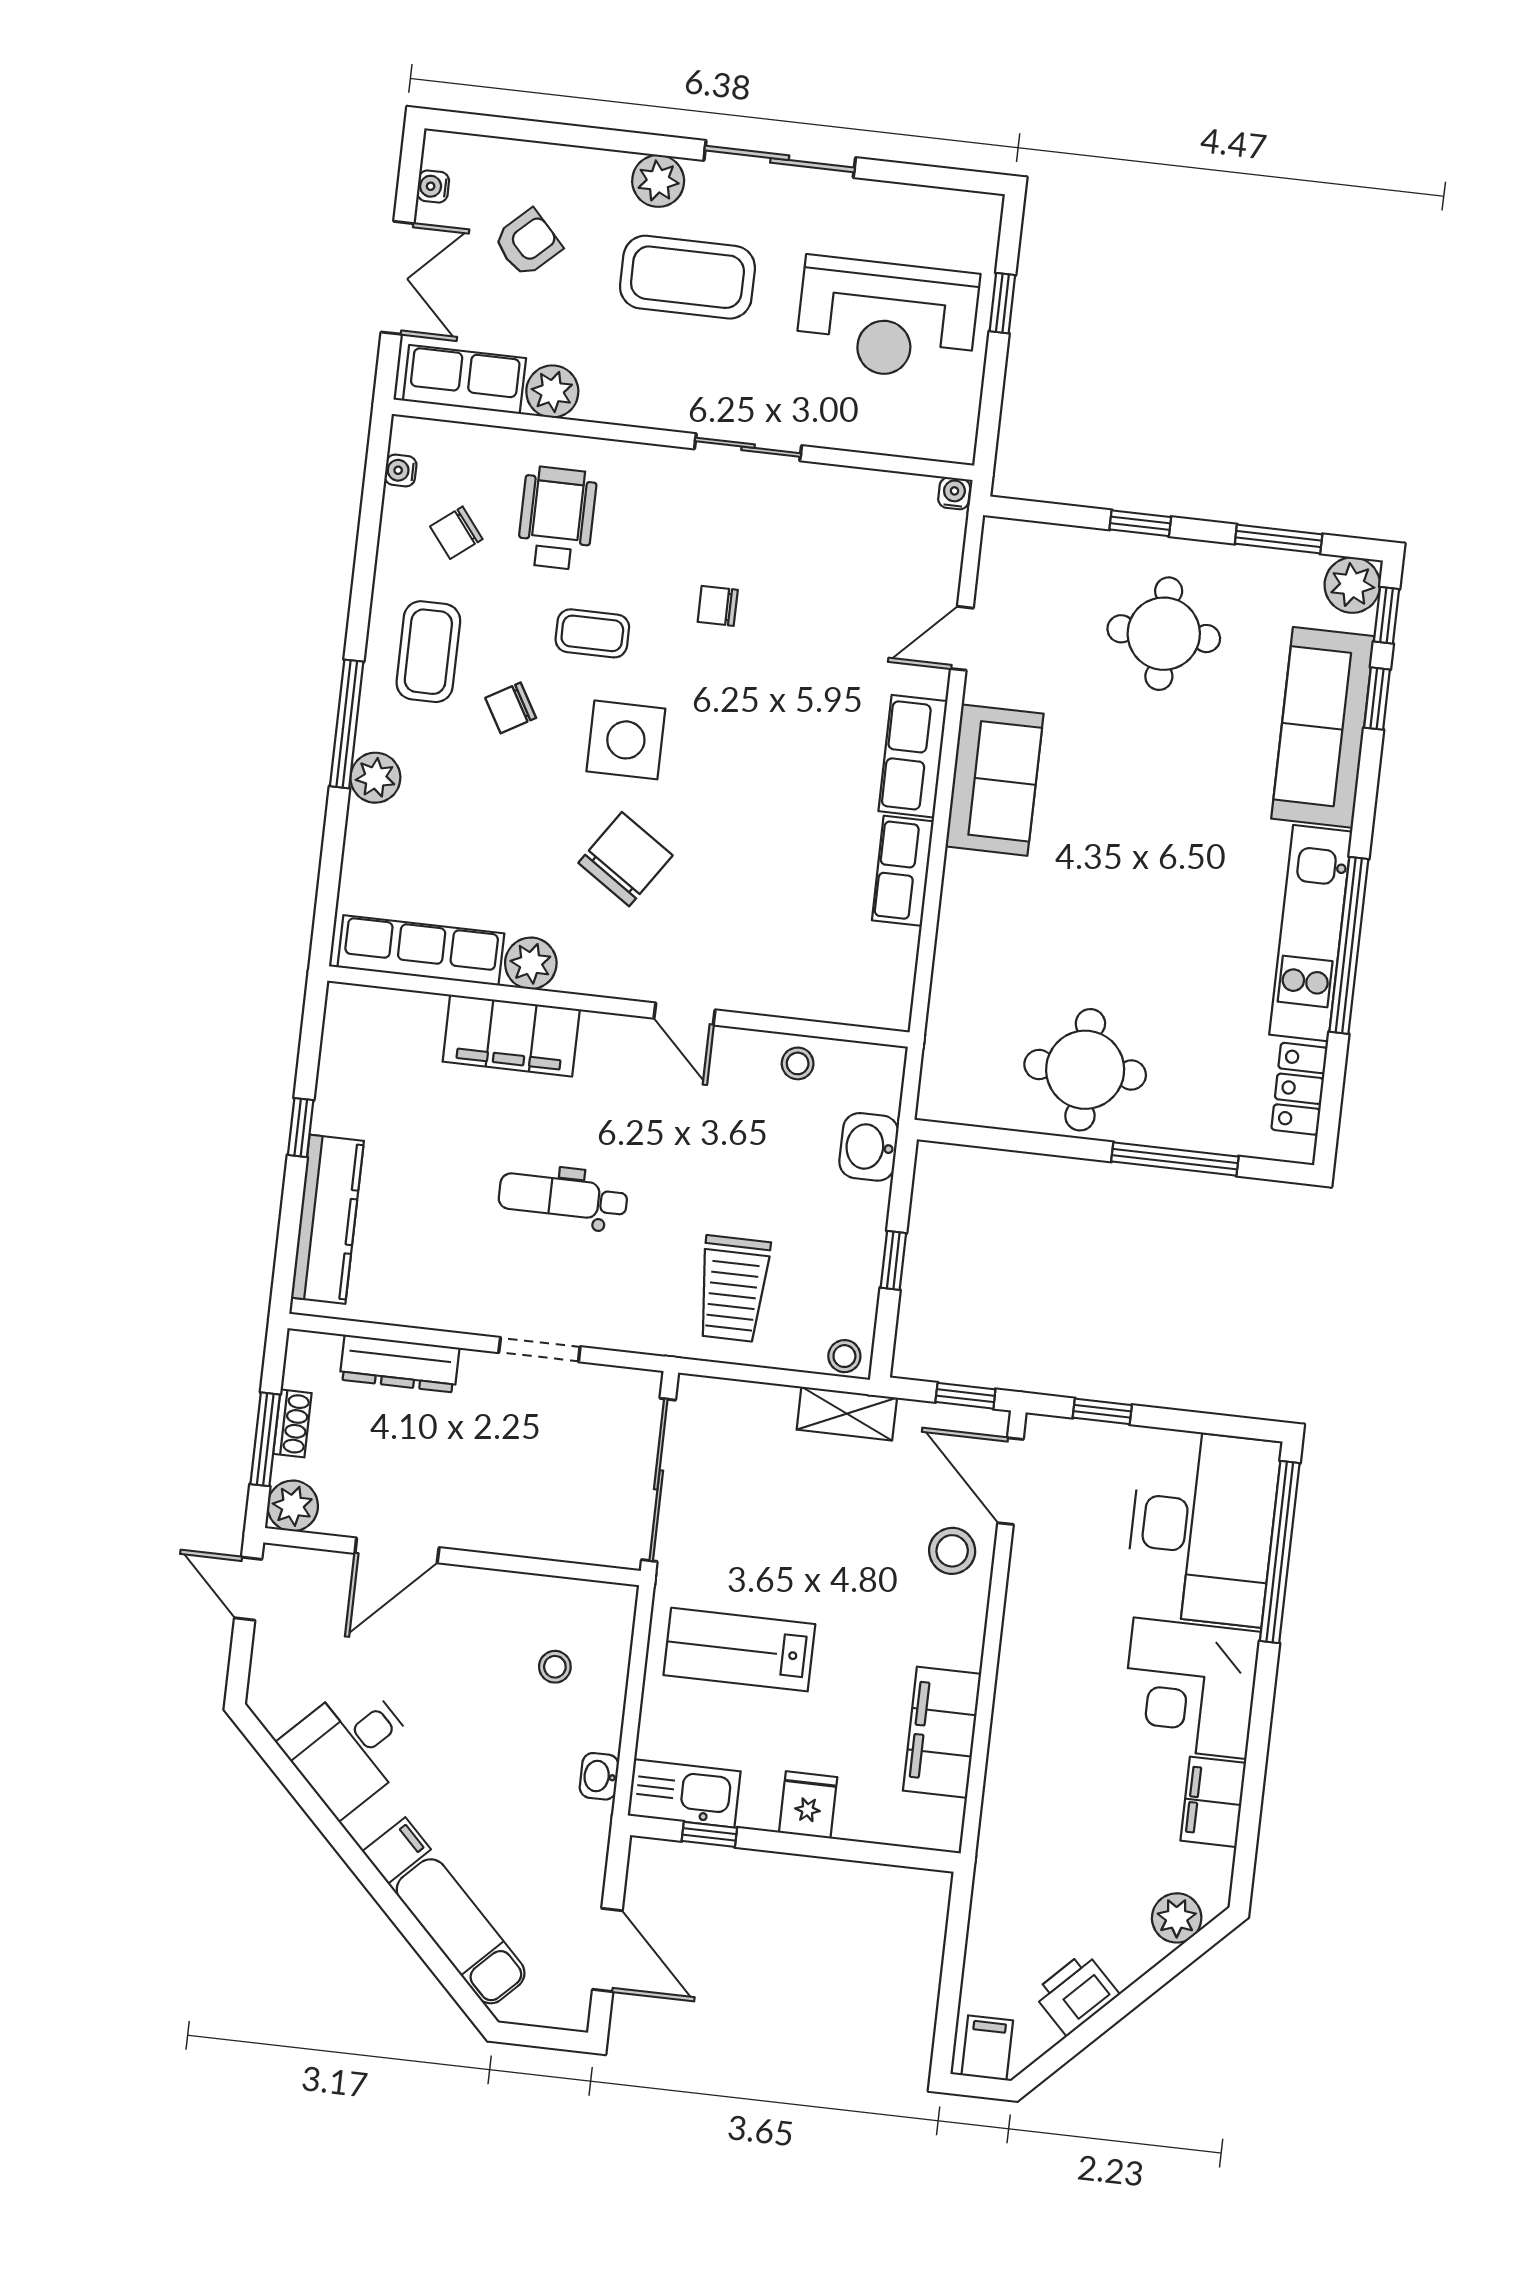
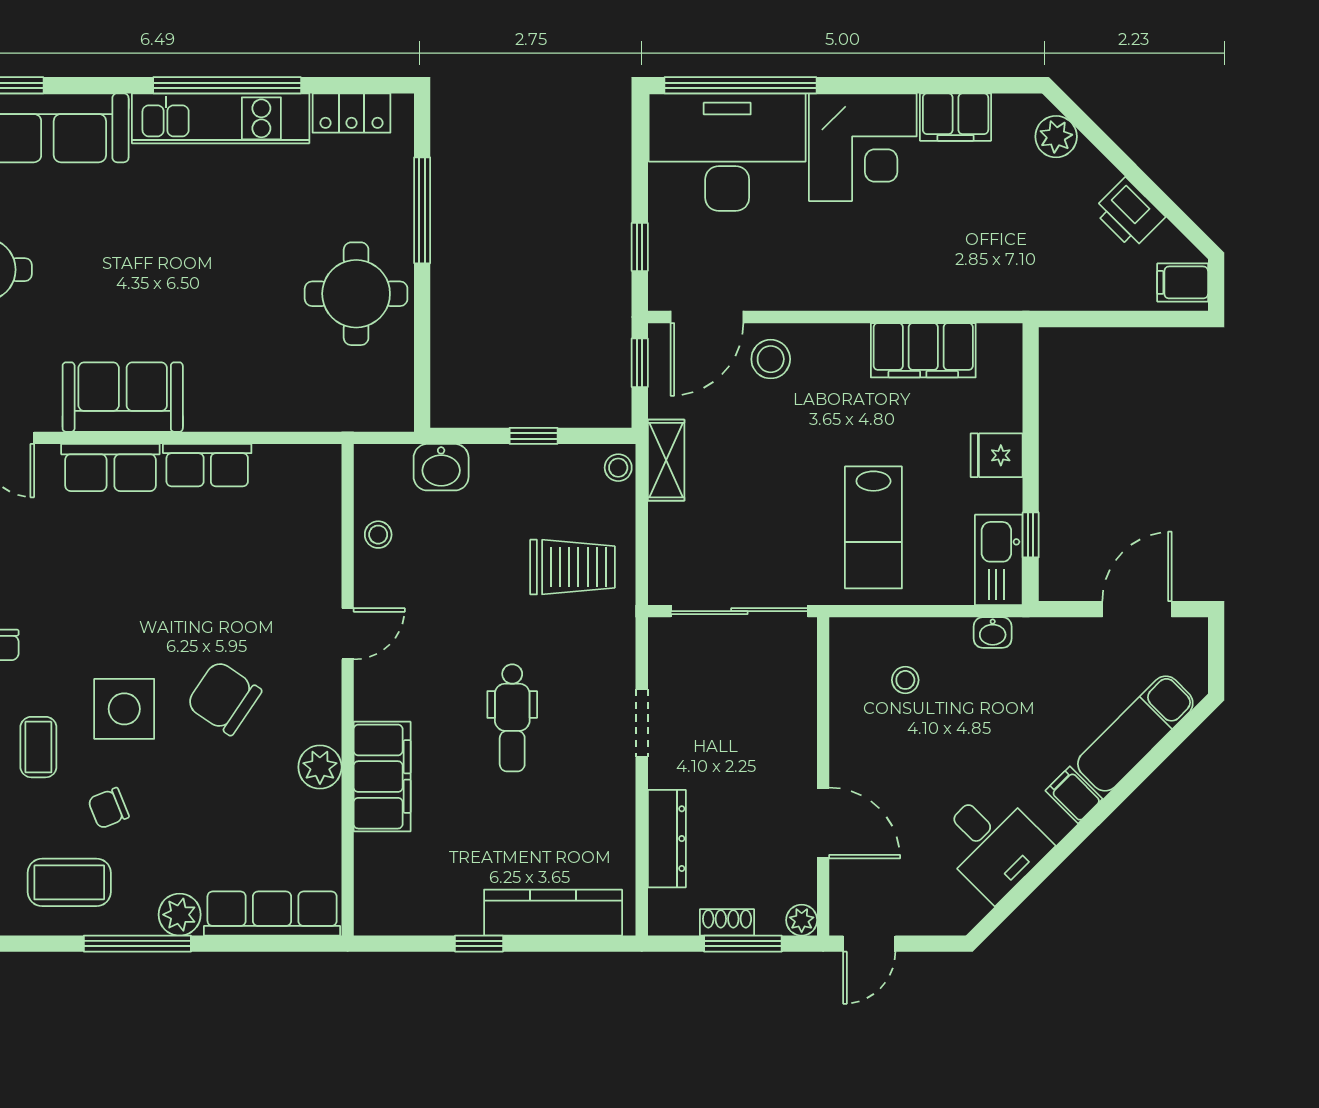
chair: (511, 708) -> (108, 808), turned 98
row of seats: (421, 950) -> (272, 914), moved, turned 90
plant: (293, 1506) -> (802, 920), width x0.73, depth x0.73

